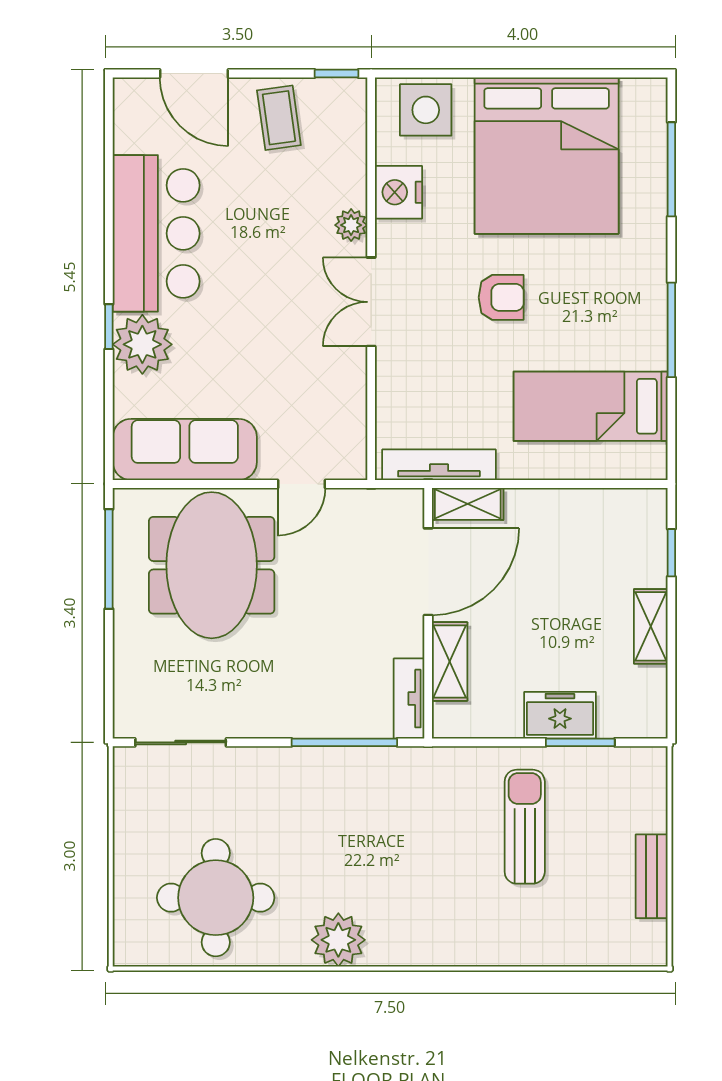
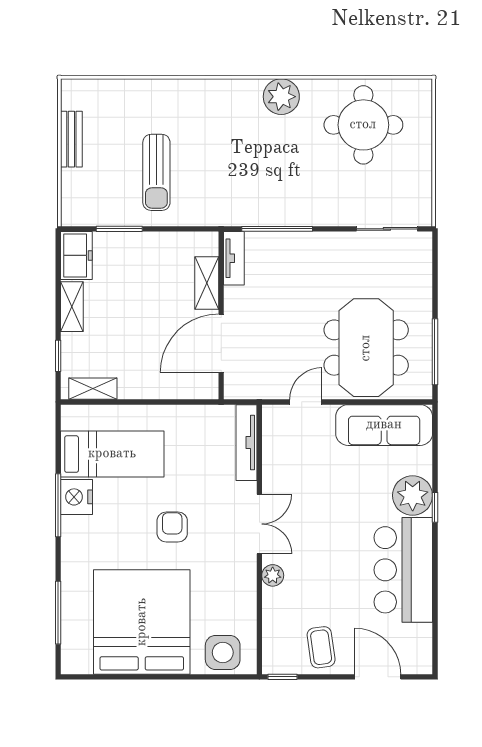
nightstand: (399, 192) -> (77, 497), moved, turned 180
armchair: (501, 297) -> (172, 527), turned 90
tv unit: (439, 465) -> (246, 443), moved, turned 90
shelving: (468, 504) -> (93, 389), moved
freezer: (560, 715) -> (76, 255), moved, turned -90

